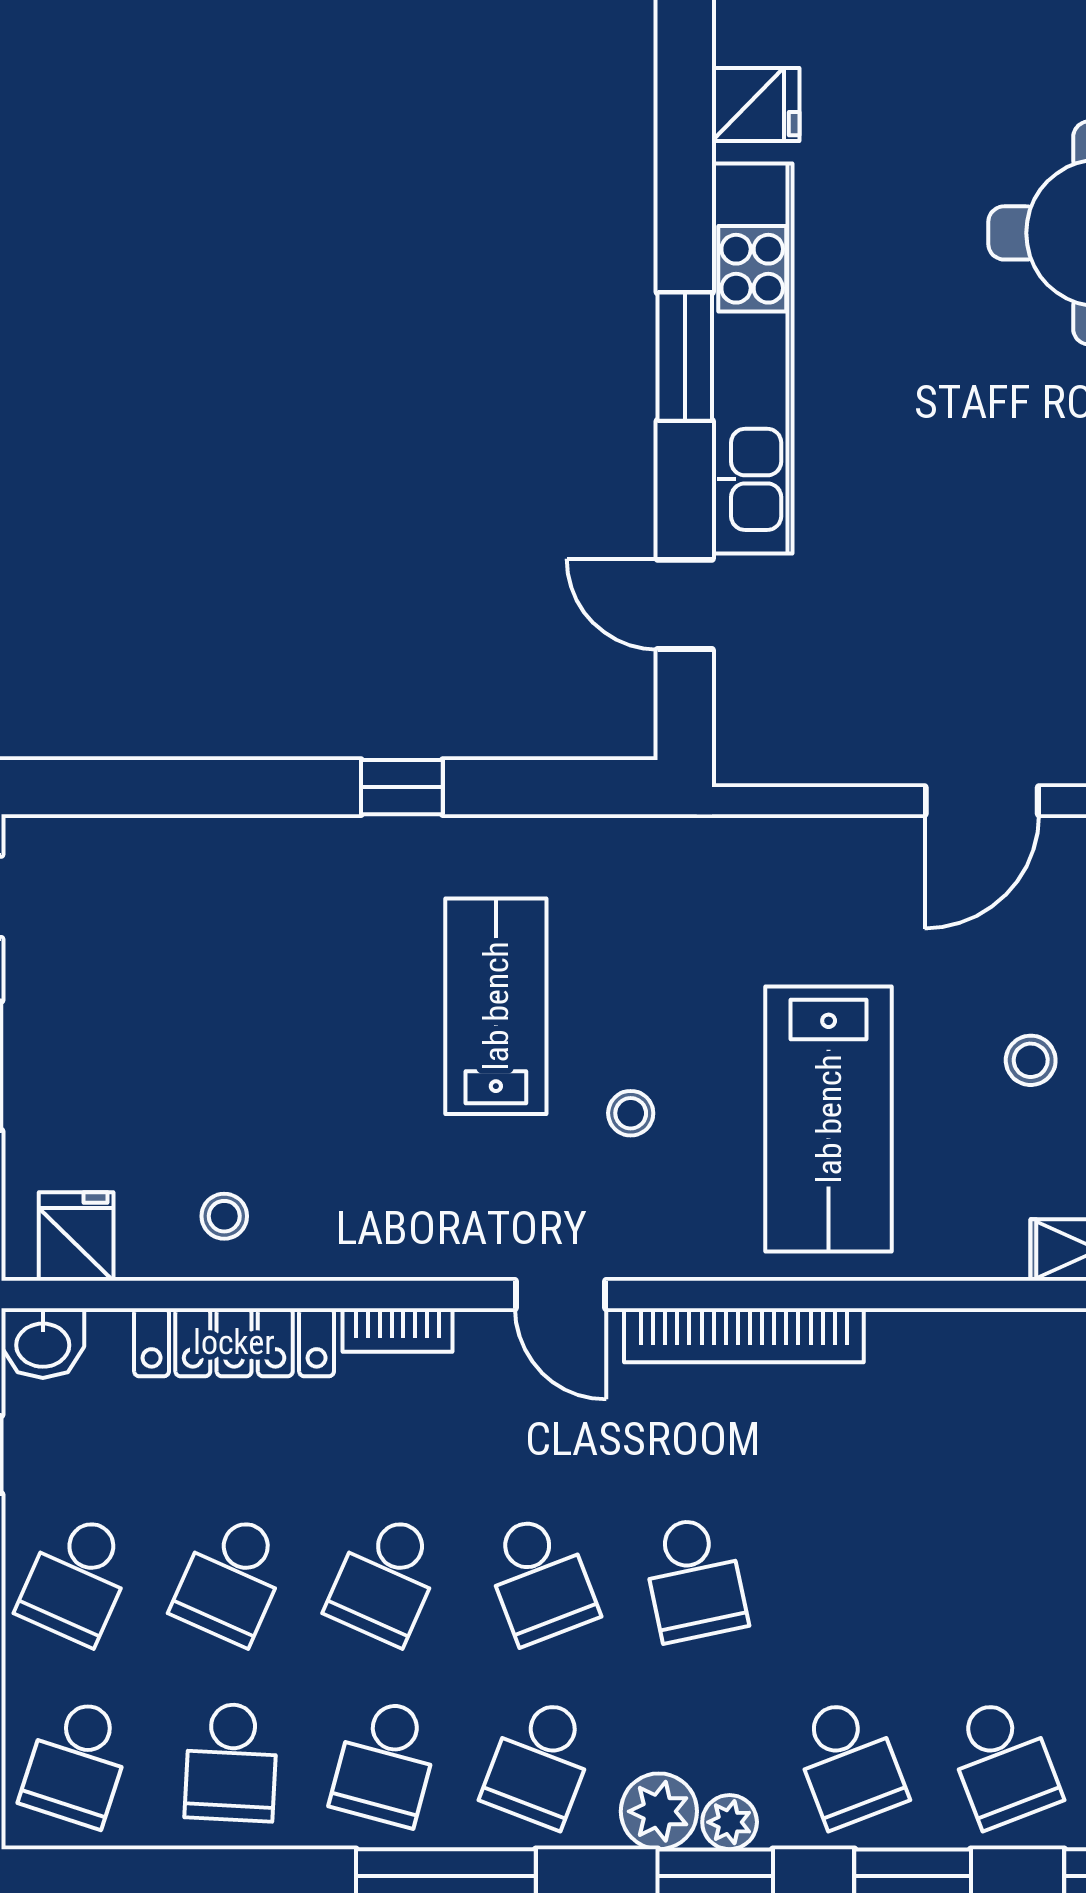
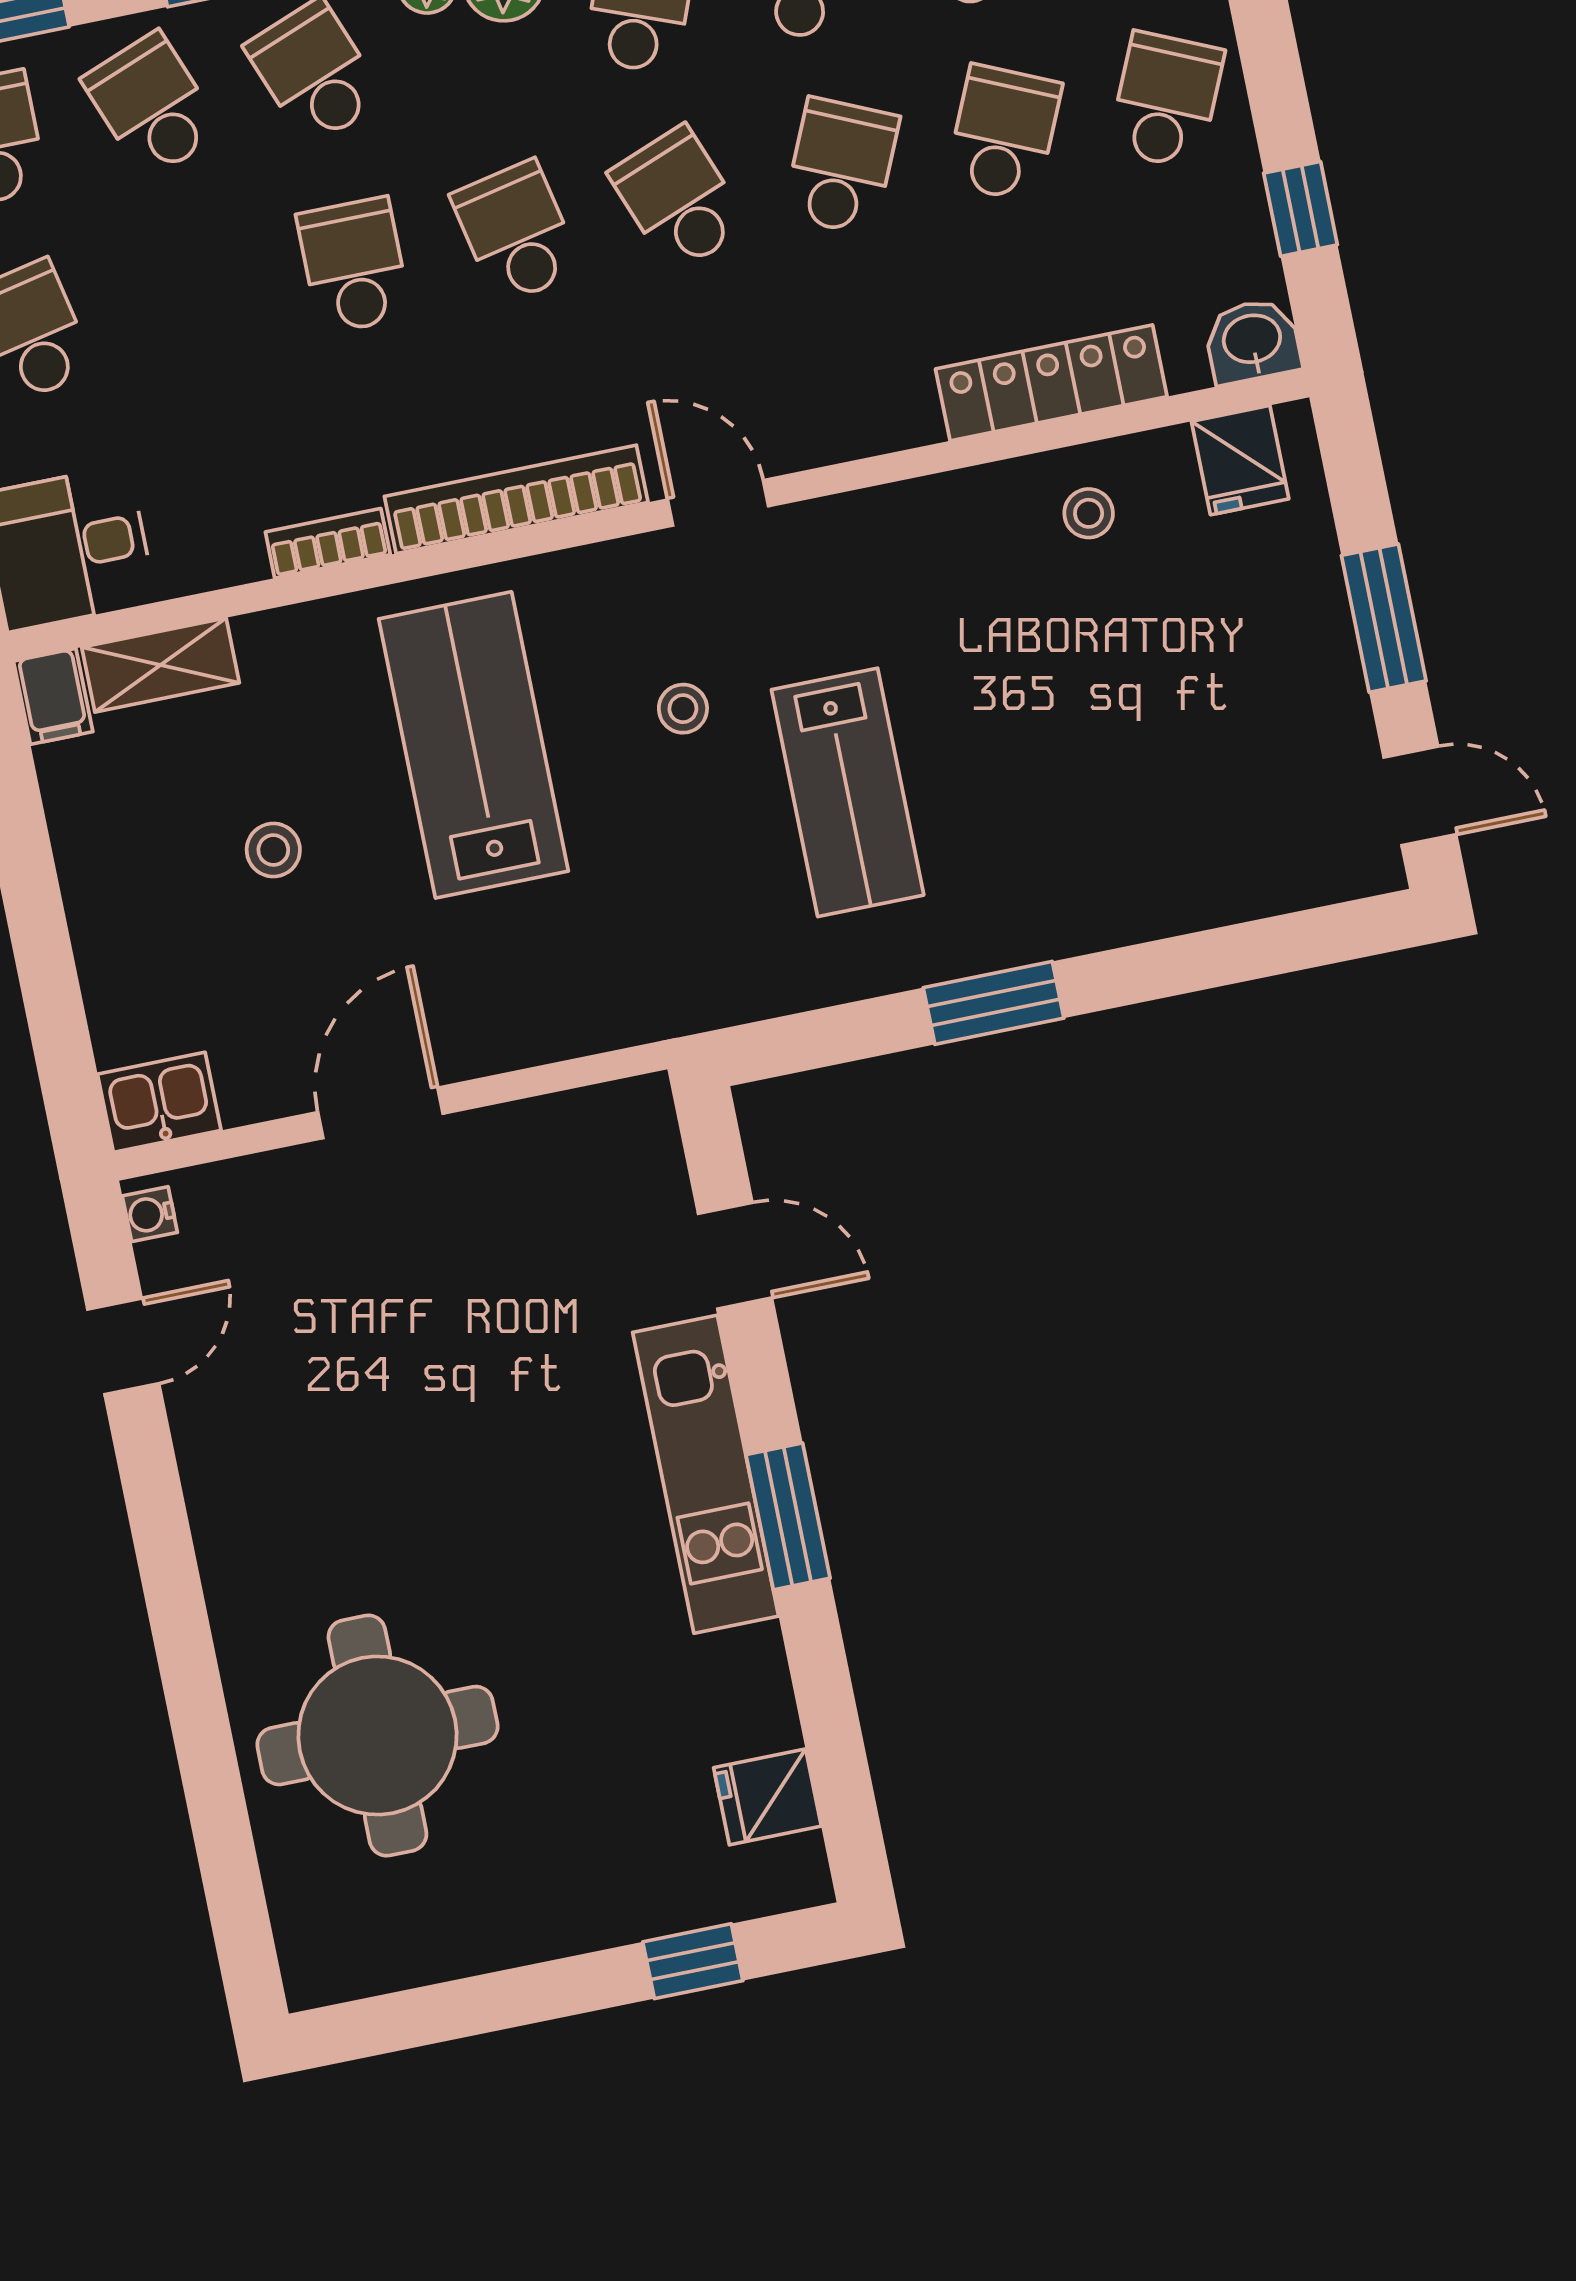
kitchen unit: (752, 358) -> (706, 1474), width x0.73
window: (402, 787) -> (994, 1003), width x1.50
bookcase: (398, 1330) -> (328, 543), moved
school desk: (849, 1579) -> (354, 266), added

